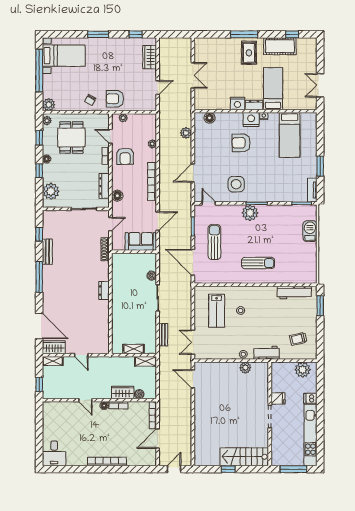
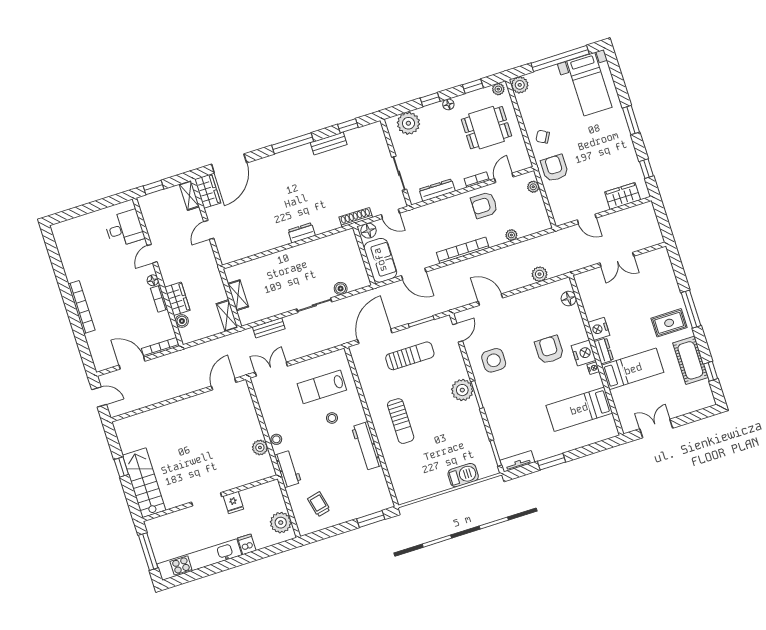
floor lamp: (117, 196) -> (369, 231), moved
workbench: (294, 292) -> (367, 446), moved
desk: (54, 453) -> (124, 229), moved, turned 180

